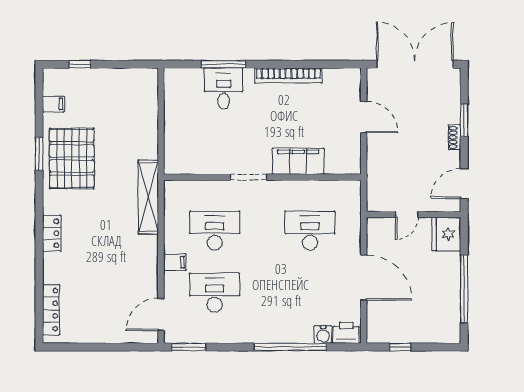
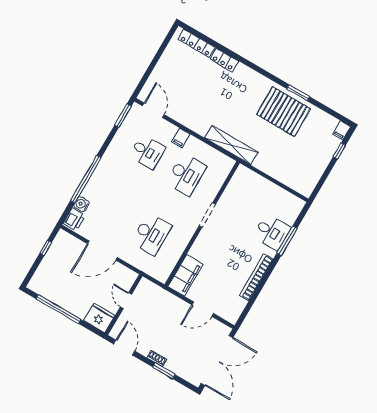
filing cabinet: (53, 104) -> (342, 130), moved
filing cabinet: (298, 161) -> (185, 275), moved
locker: (52, 233) -> (224, 60), moved
desk: (215, 293) -> (147, 152), width x0.73

